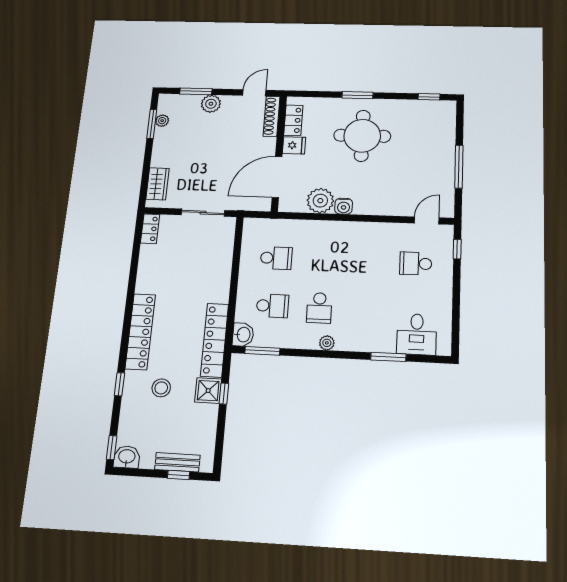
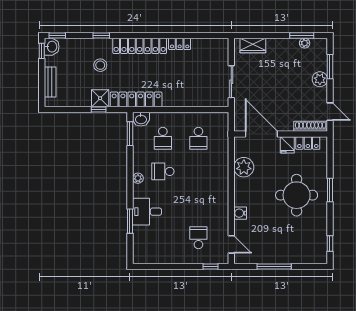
water cooler: (344, 206) -> (240, 213), moved
locker: (150, 229) -> (180, 44), moved
desk: (417, 334) -> (147, 212), moved
window: (179, 475) -> (42, 51), moved

